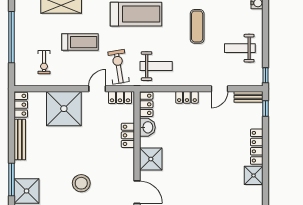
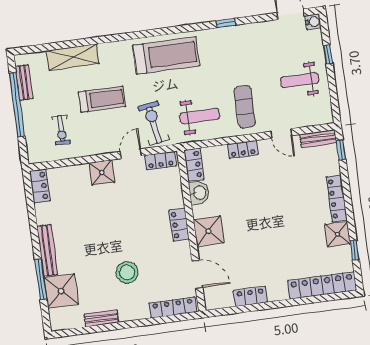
bench: (19, 20) -> (24, 82), added
exercise mat: (197, 26) -> (245, 107), moved
window: (265, 75) -> (328, 54), moved
door: (219, 89) -> (281, 133), hinge flipped
shower: (64, 109) -> (102, 173), width x0.54, depth x0.54
locker: (128, 135) -> (179, 225), moved
bench: (20, 139) -> (47, 250), moved
window: (265, 190) -> (355, 250), added

